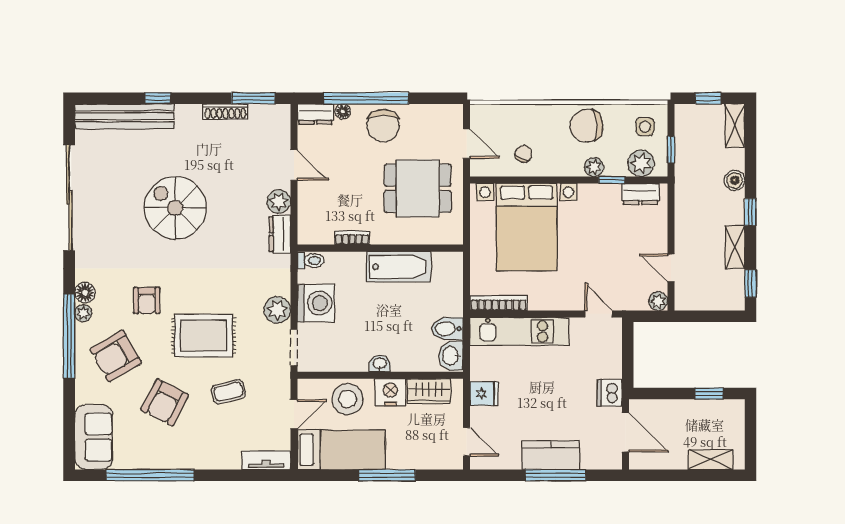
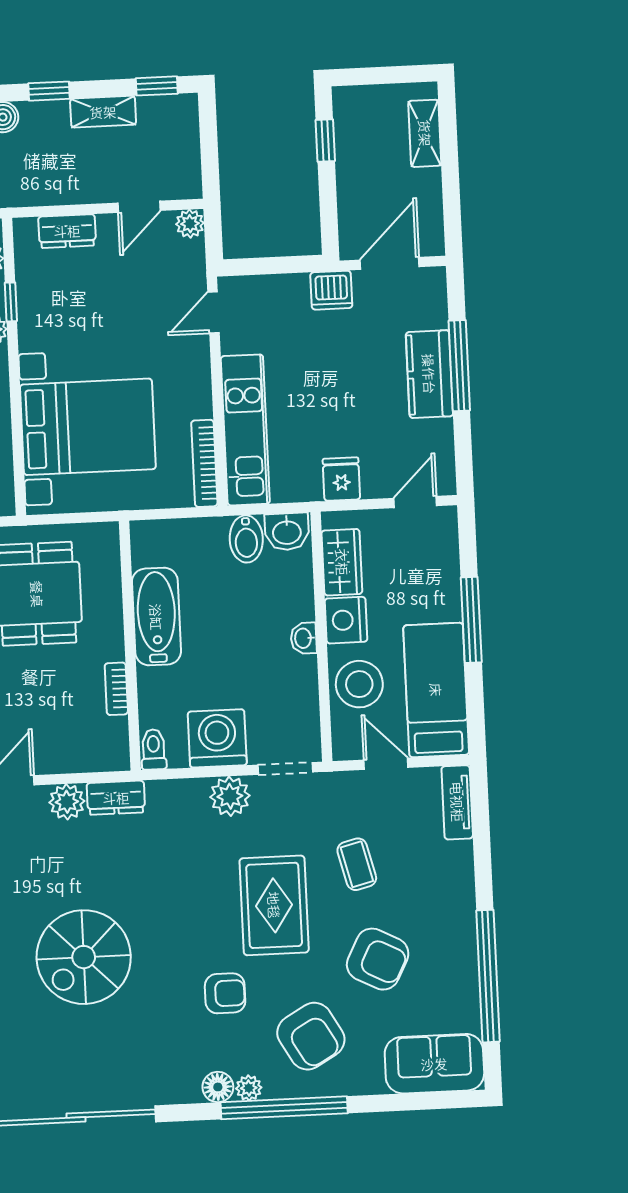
dresser: (640, 194) -> (67, 231), moved, turned 90

